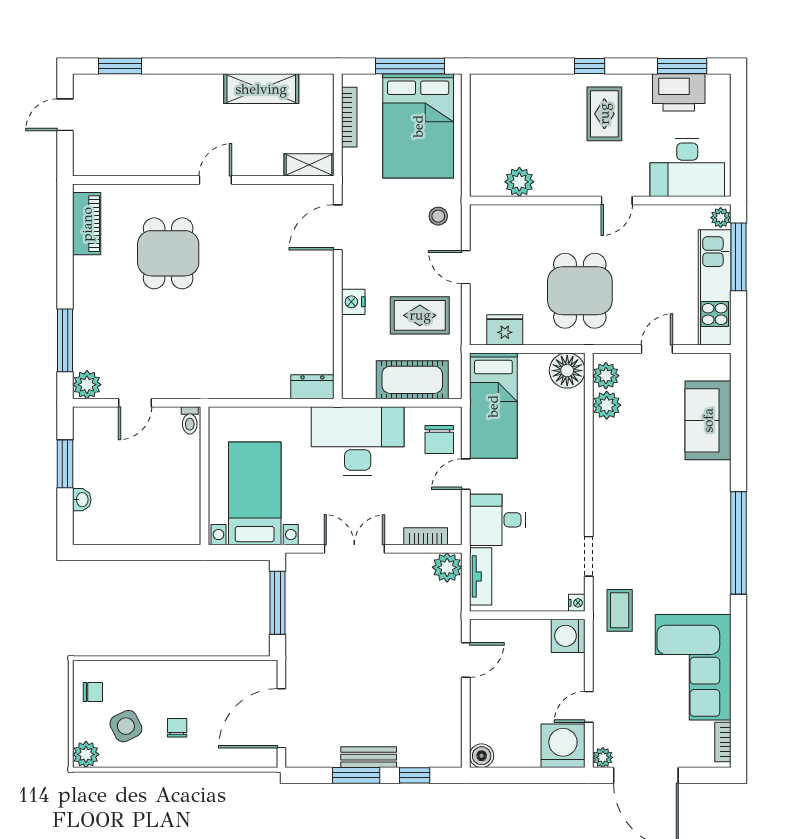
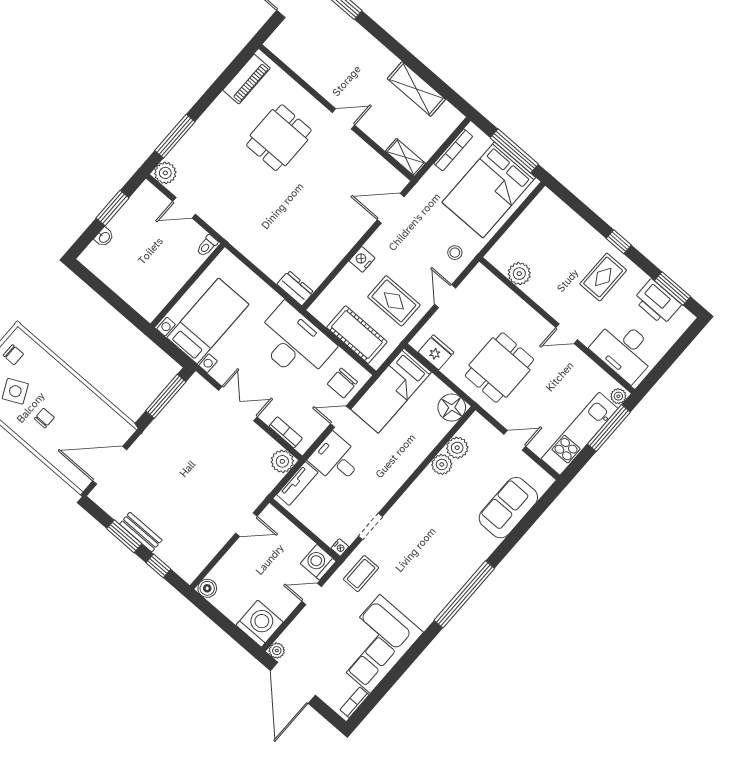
plant: (606, 376) -> (442, 464), moved
door: (589, 707) -> (312, 594), moved

